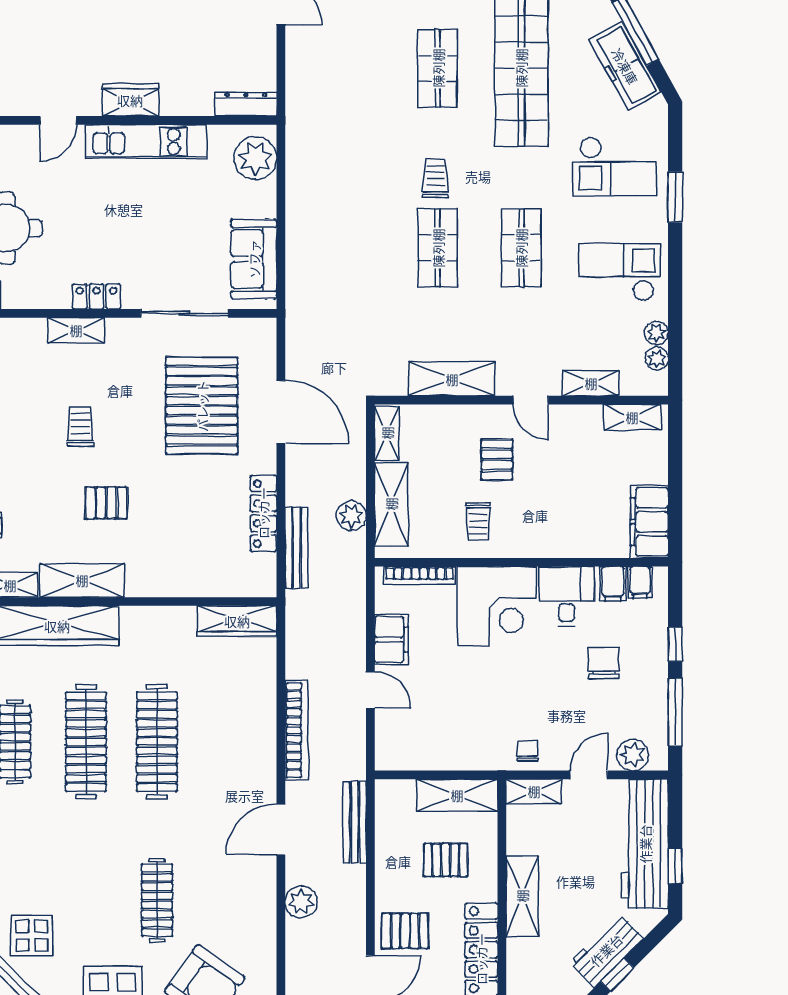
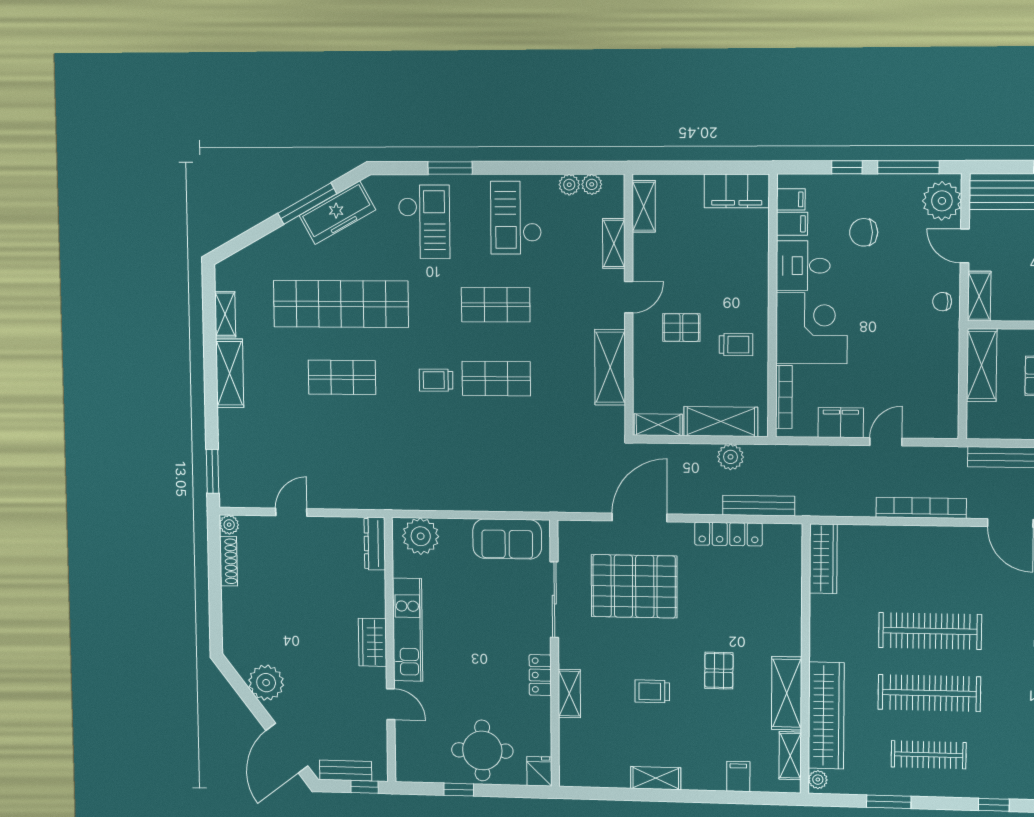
plant: (633, 755) -> (942, 201), width x1.36, depth x1.36

